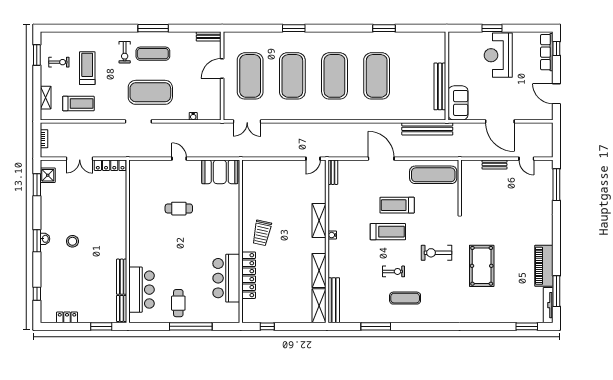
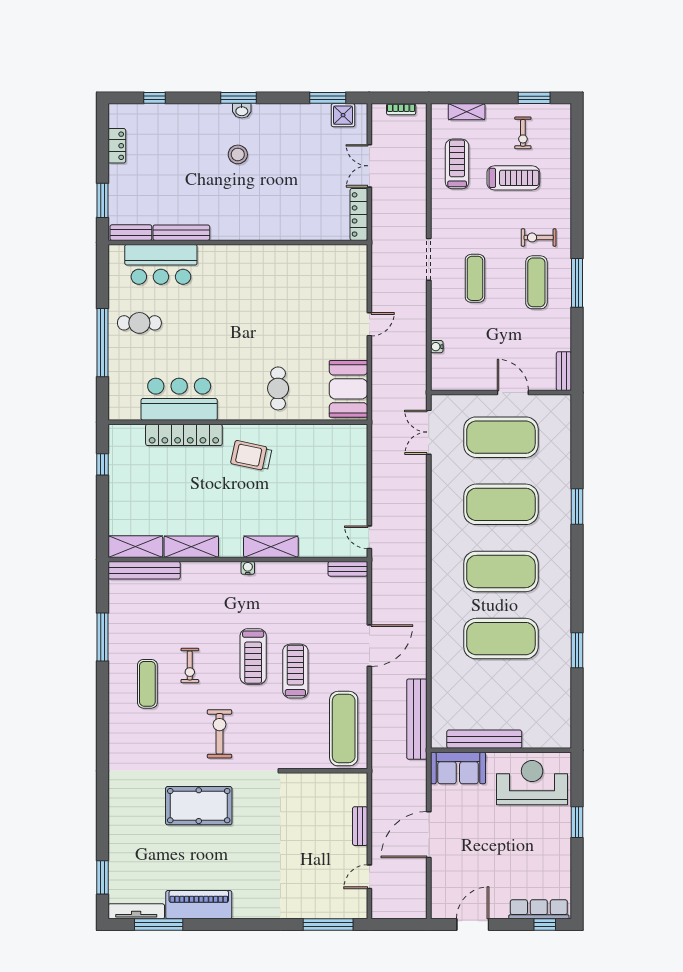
reception desk: (498, 55) -> (532, 783), moved
exercise mat: (150, 92) -> (475, 278), width x0.50, depth x0.69
treadmill: (78, 104) -> (457, 164), turned 180
cafe table: (179, 209) -> (278, 388), moved

